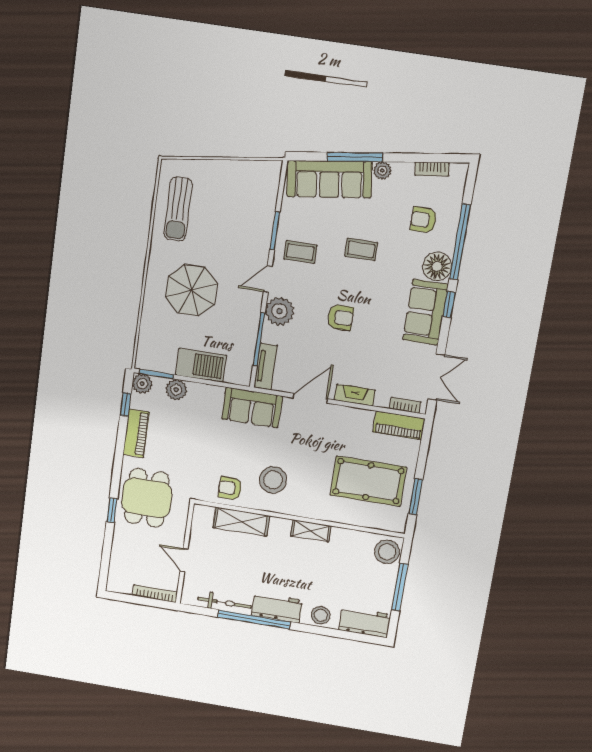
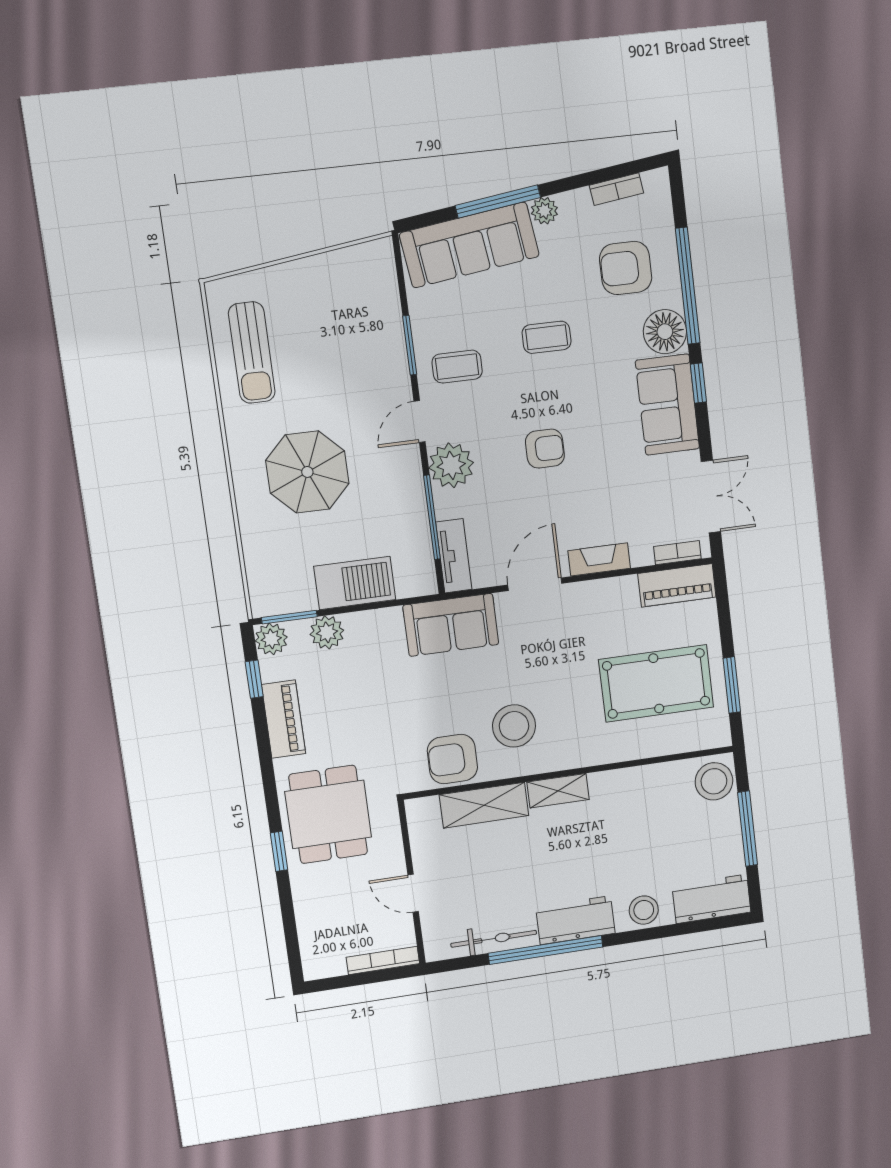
armchair: (424, 220) -> (626, 268), width x1.38, depth x1.38
armchair: (230, 488) -> (452, 759), width x1.38, depth x1.38
shelving: (311, 531) -> (558, 791), moved

